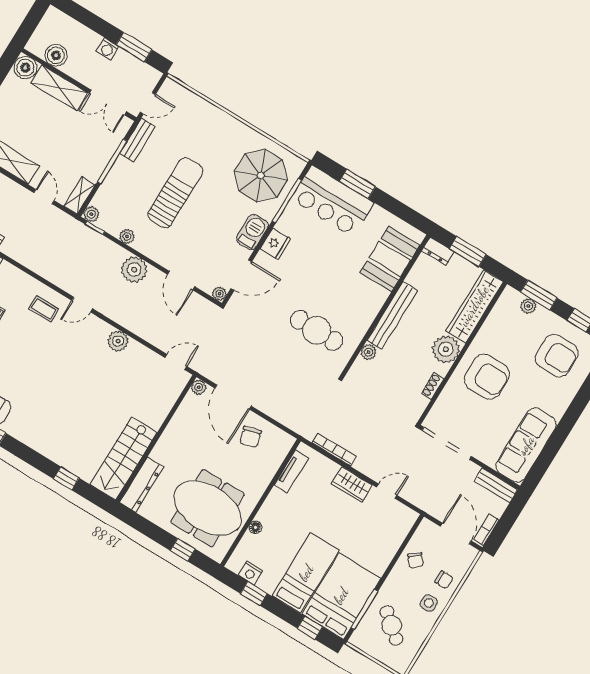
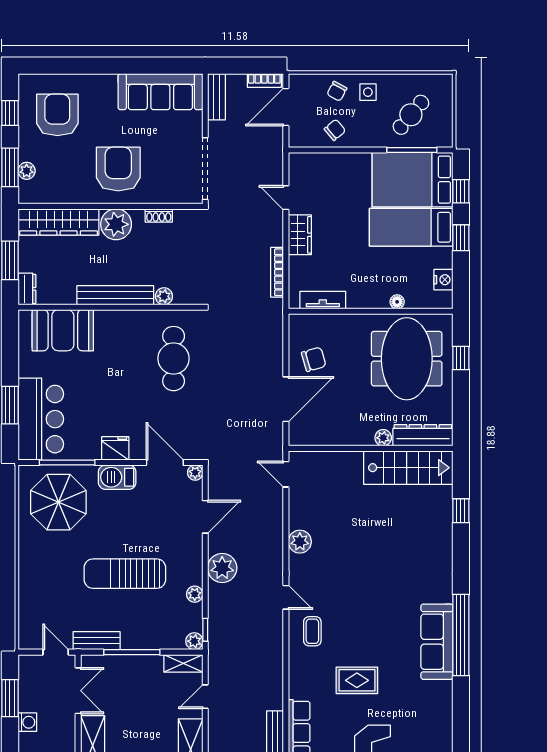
plant: (199, 387) -> (383, 438), moved
chair: (444, 580) -> (337, 91), turned -152
window: (254, 593) -> (461, 238), moved

